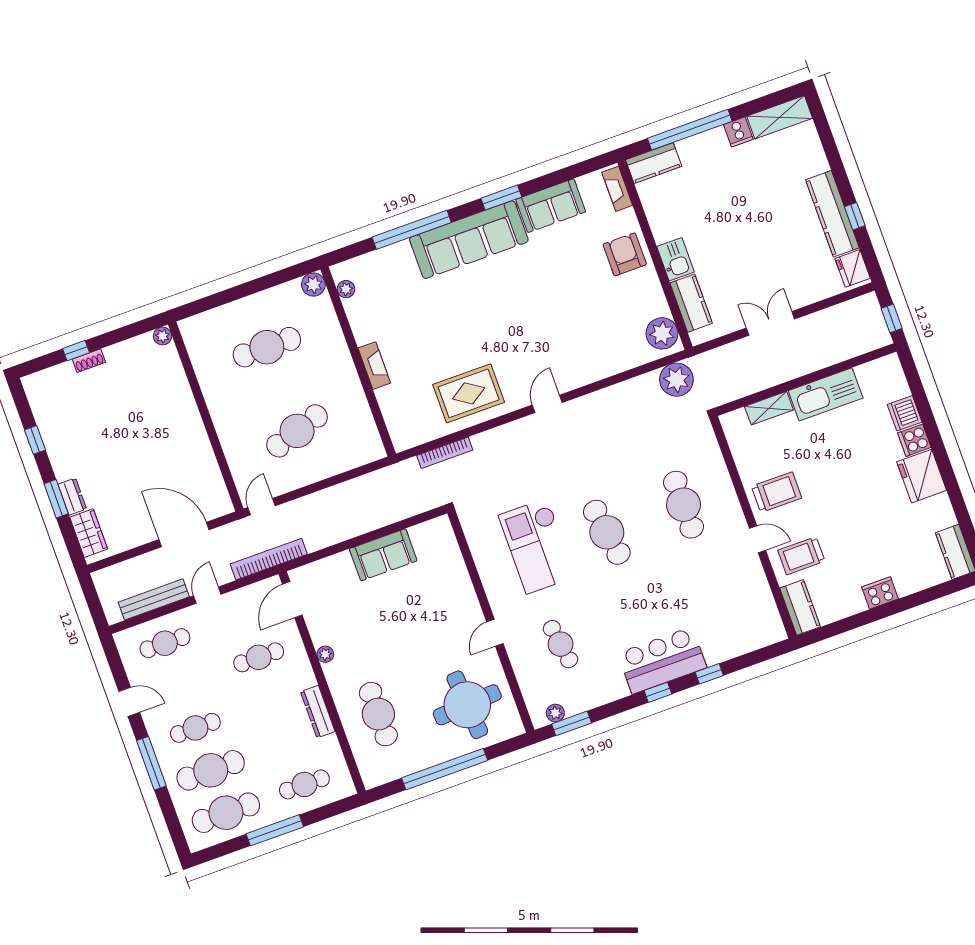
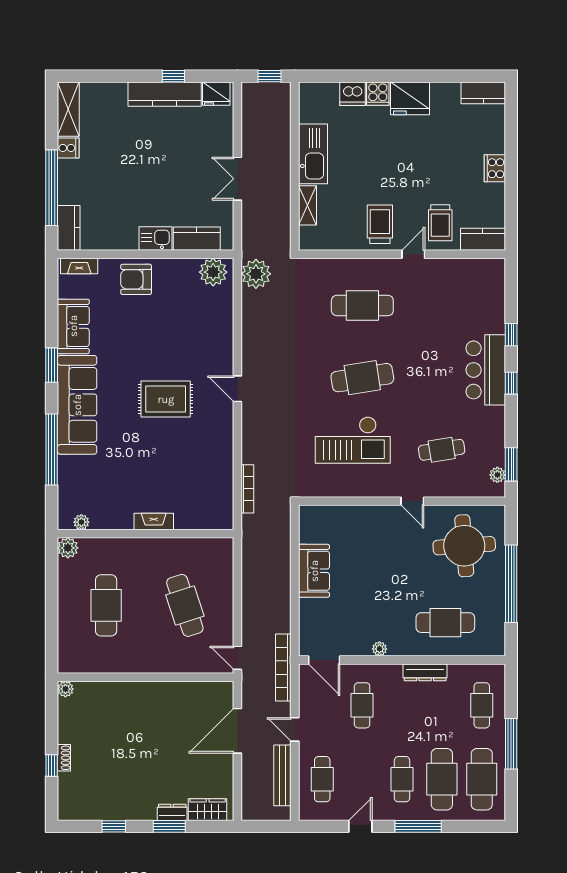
rug: (469, 393) -> (166, 399), moved, turned 90

